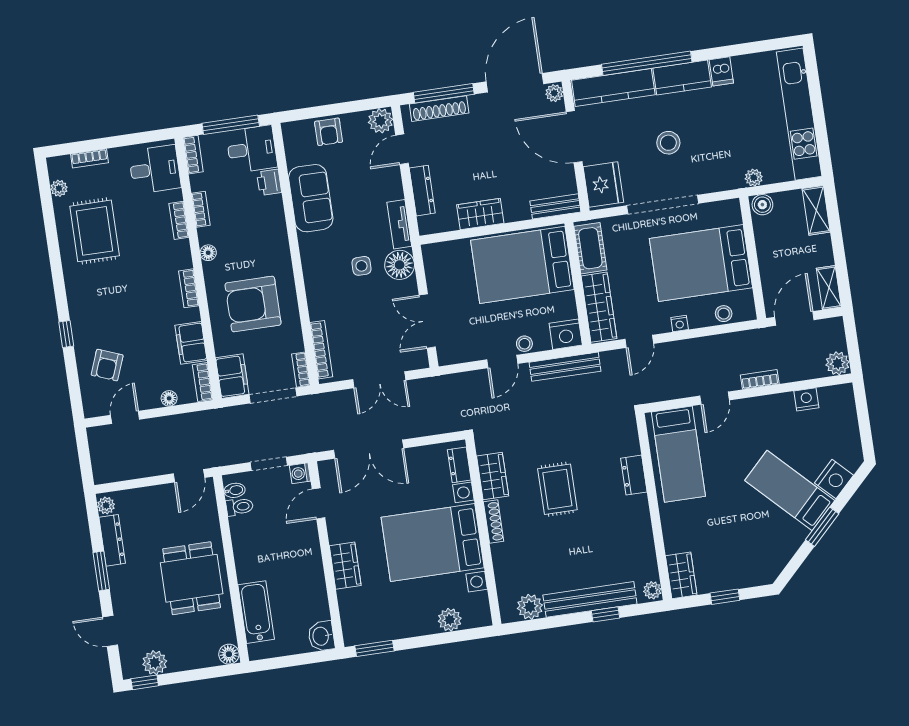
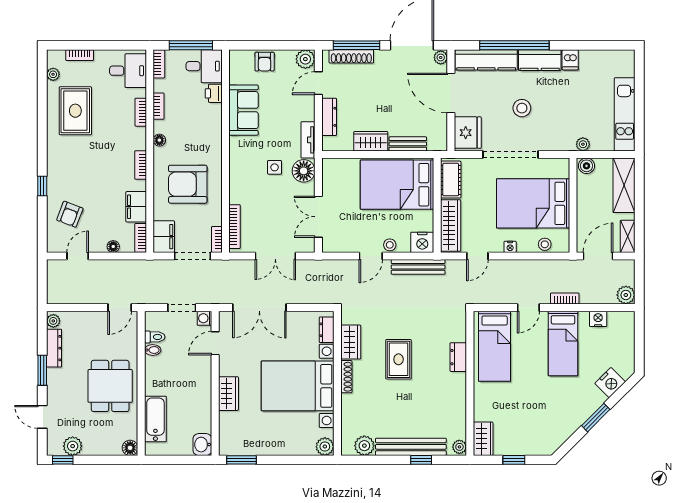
kitchen unit: (799, 114) -> (625, 114), width x0.73
bench: (555, 206) -> (408, 144), moved
shelving: (816, 210) -> (624, 185), width x1.50, depth x1.33
bidet: (235, 490) -> (153, 350), moved
bed: (790, 491) -> (563, 343), moved, turned -135
plant: (450, 620) -> (325, 447), moved

